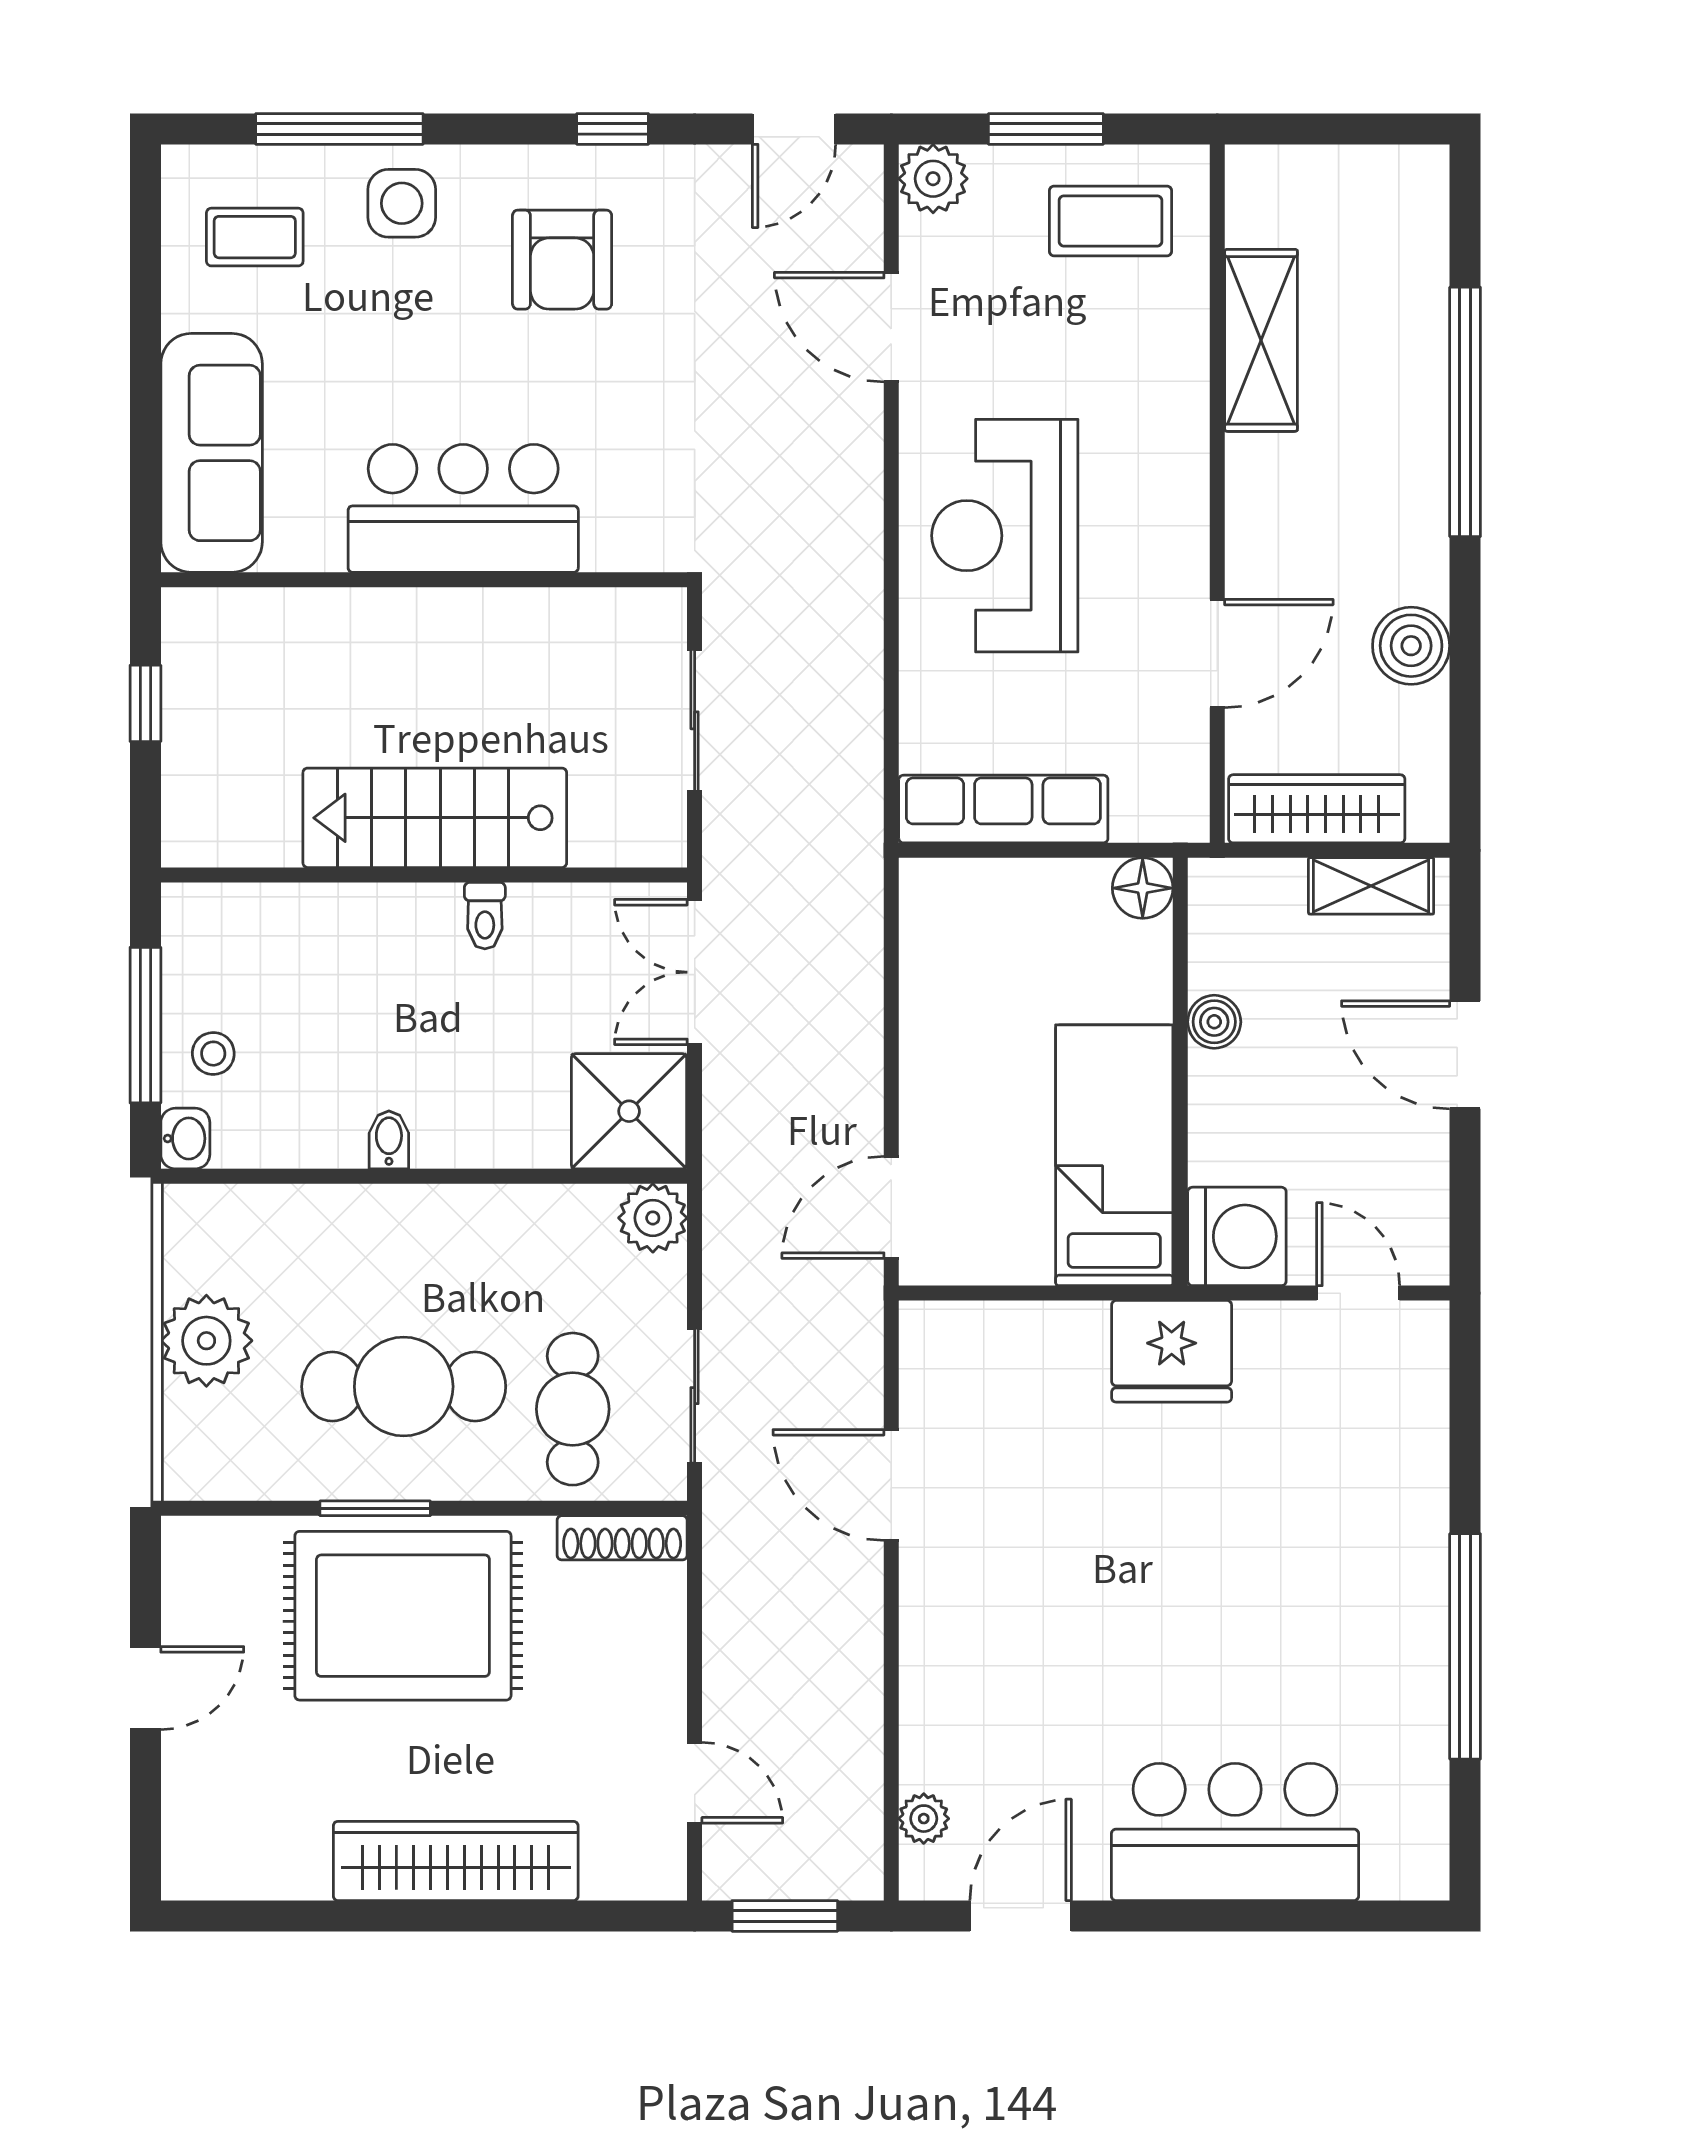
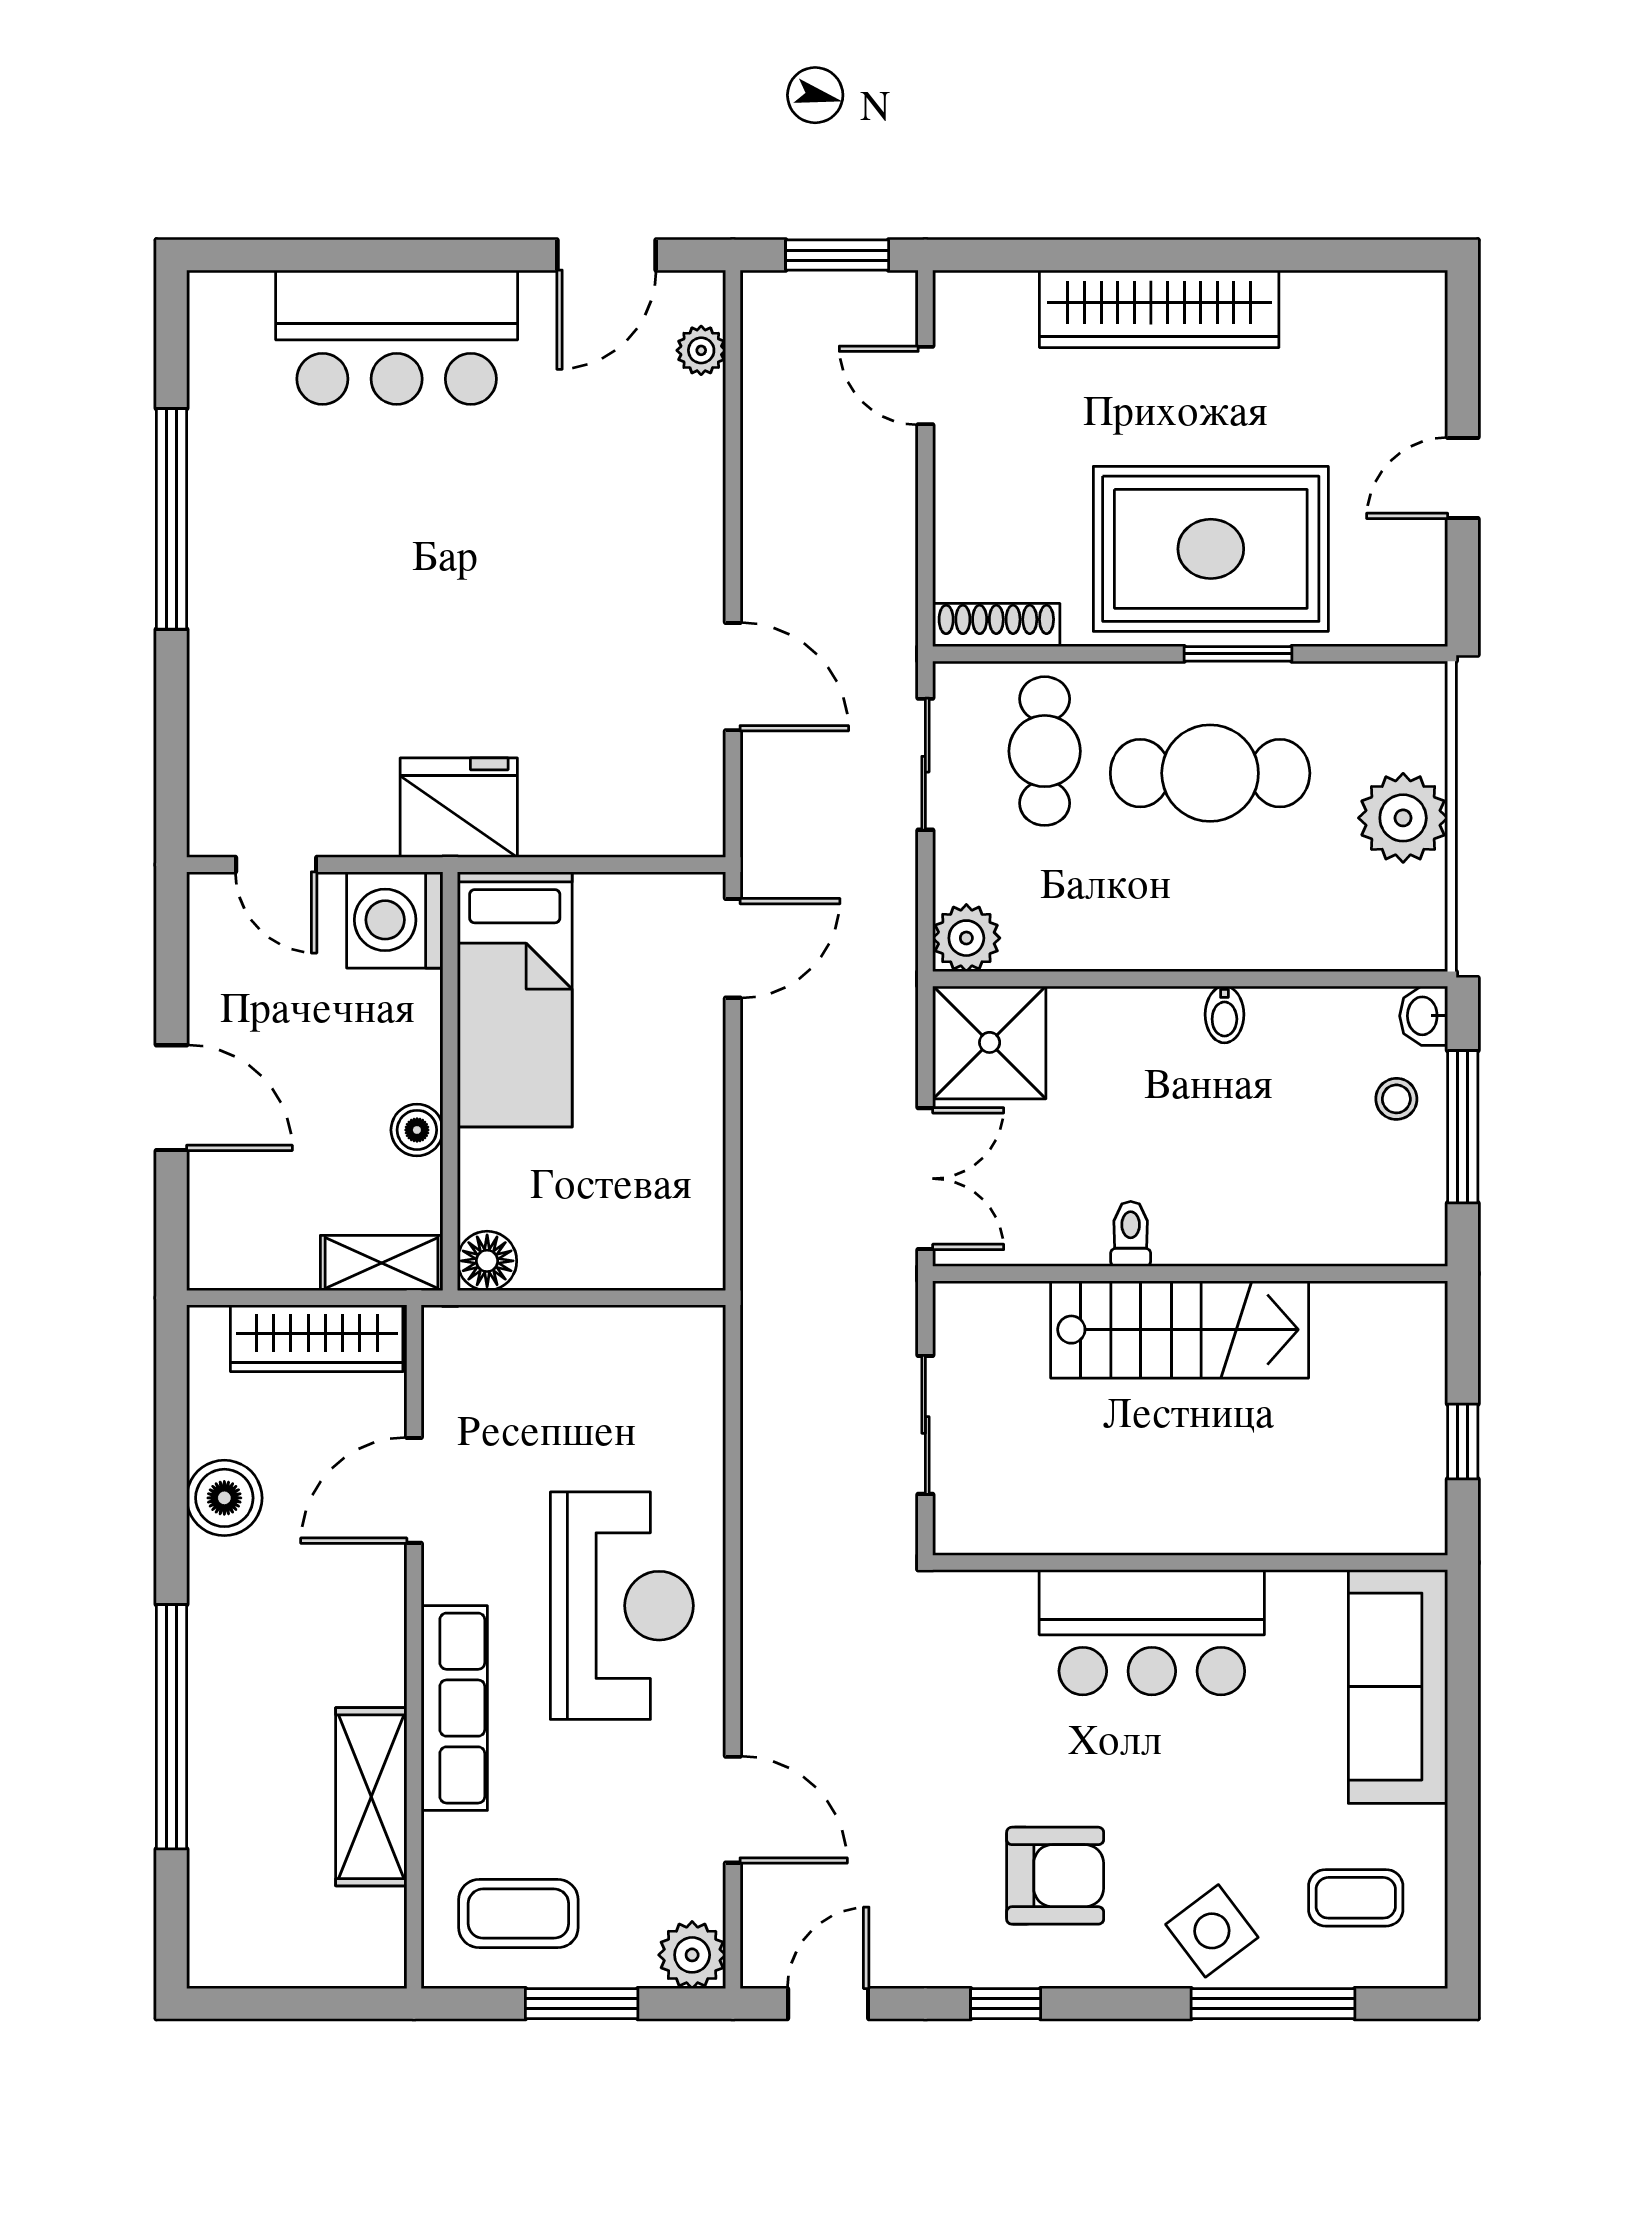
side table: (402, 203) -> (1212, 1931), turned -37
armchair: (562, 260) -> (1055, 1876), turned 90
row of seats: (1003, 809) -> (454, 1708), moved, turned -90
shelving: (1371, 886) -> (382, 1263), moved

